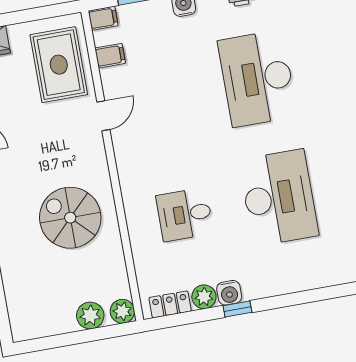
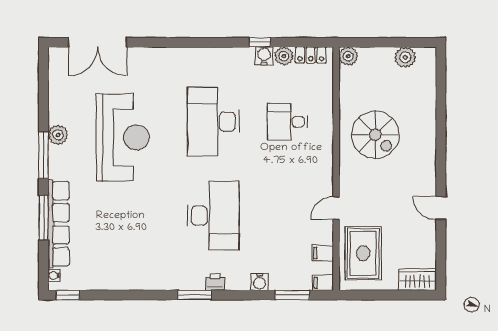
desk: (185, 214) -> (287, 122), turned 180
plant: (90, 315) -> (405, 57), moved

